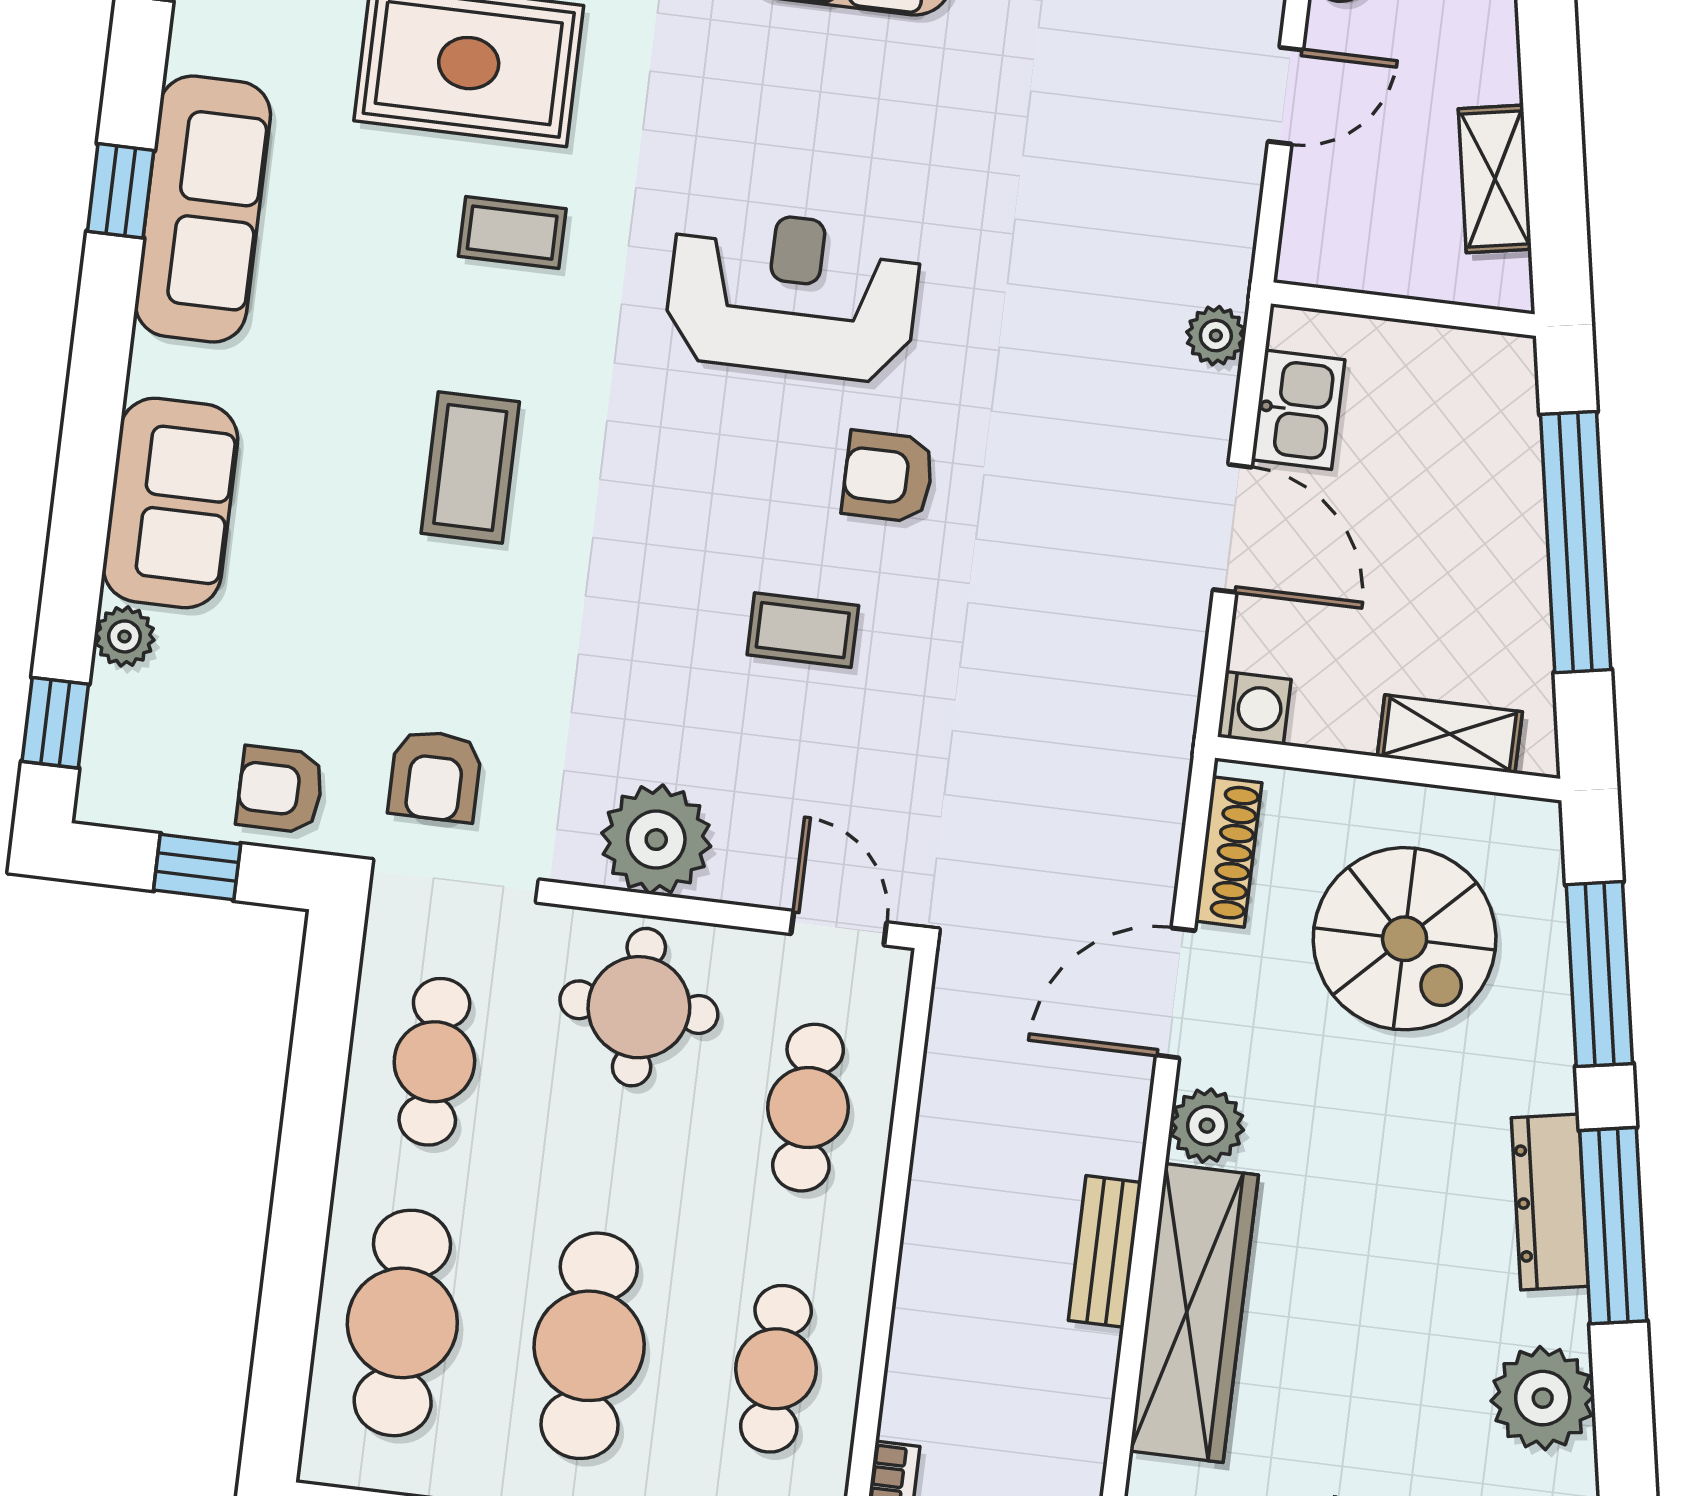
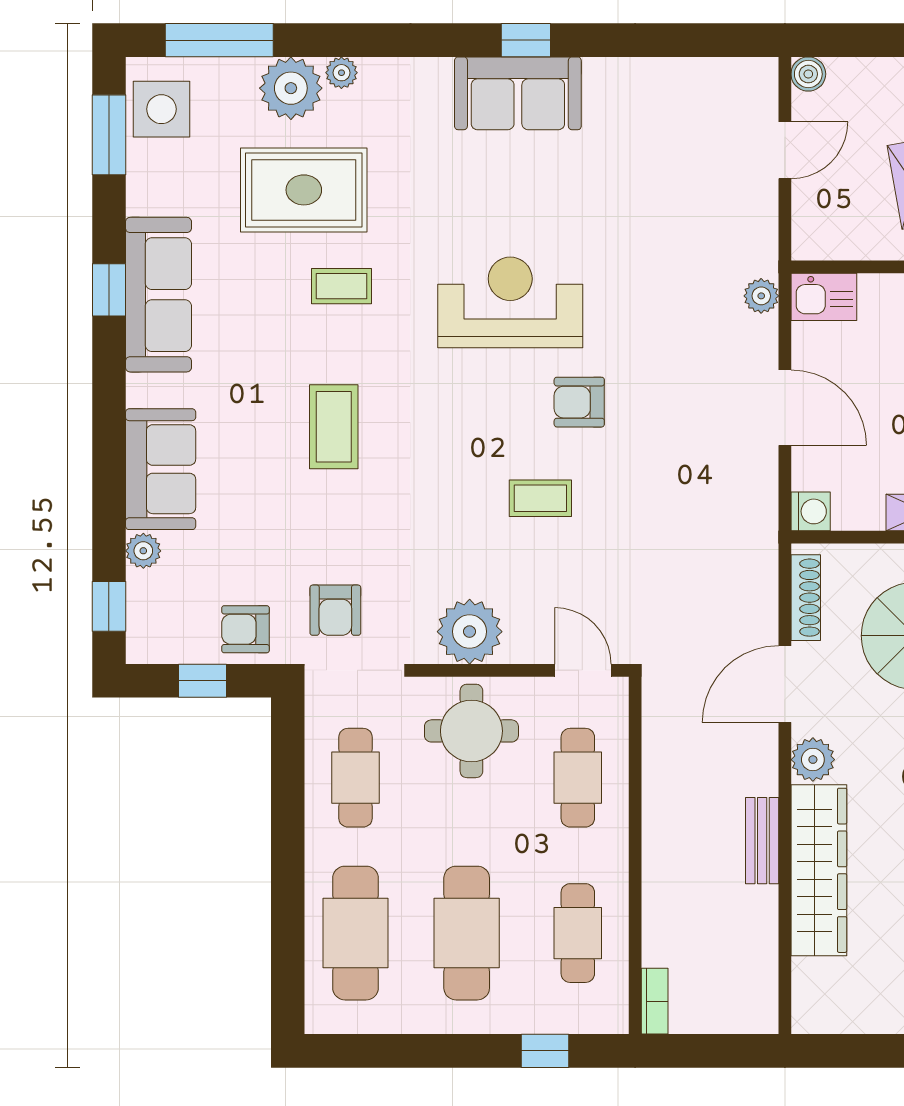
kitchen sink: (1298, 410) -> (824, 297), moved, turned 90

